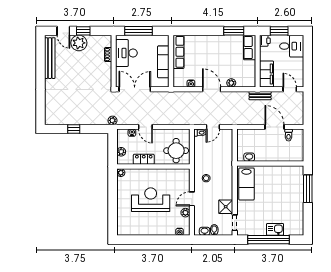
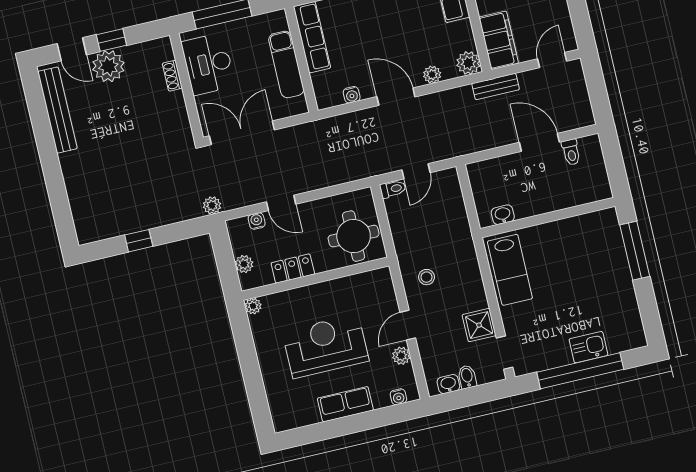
plant: (250, 81) -> (468, 63), added
door: (290, 89) -> (552, 60), hinge flipped
row of seats: (154, 229) -> (345, 404), added

